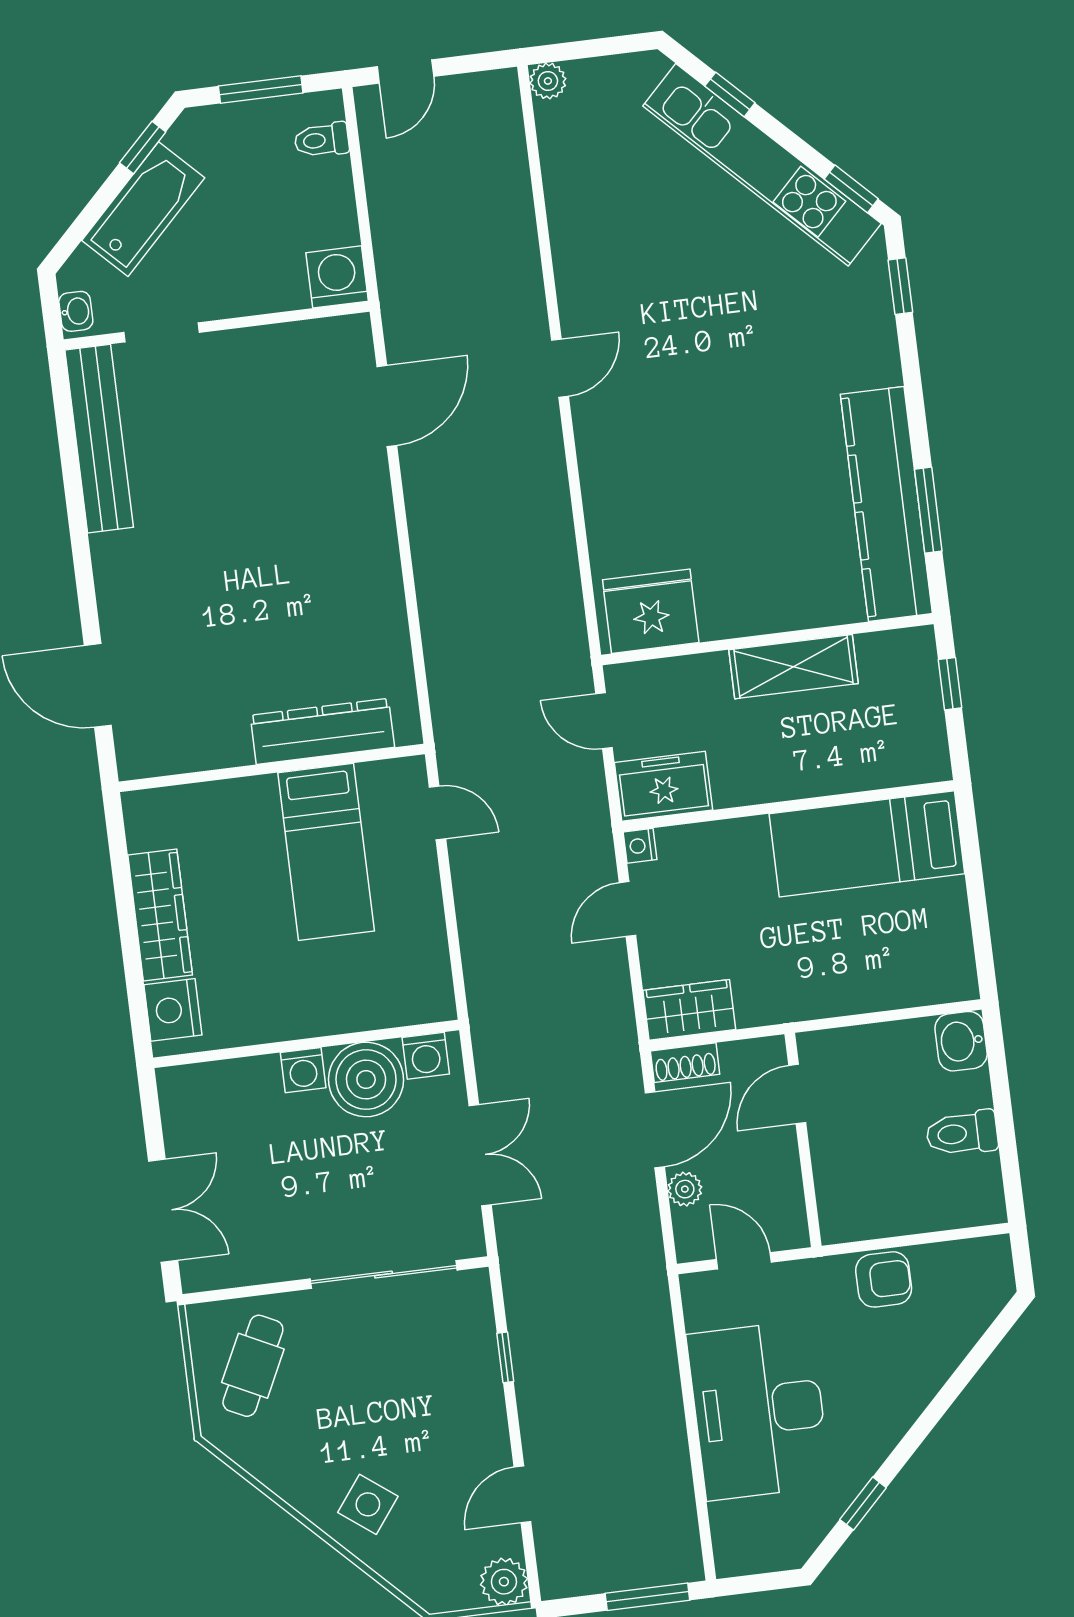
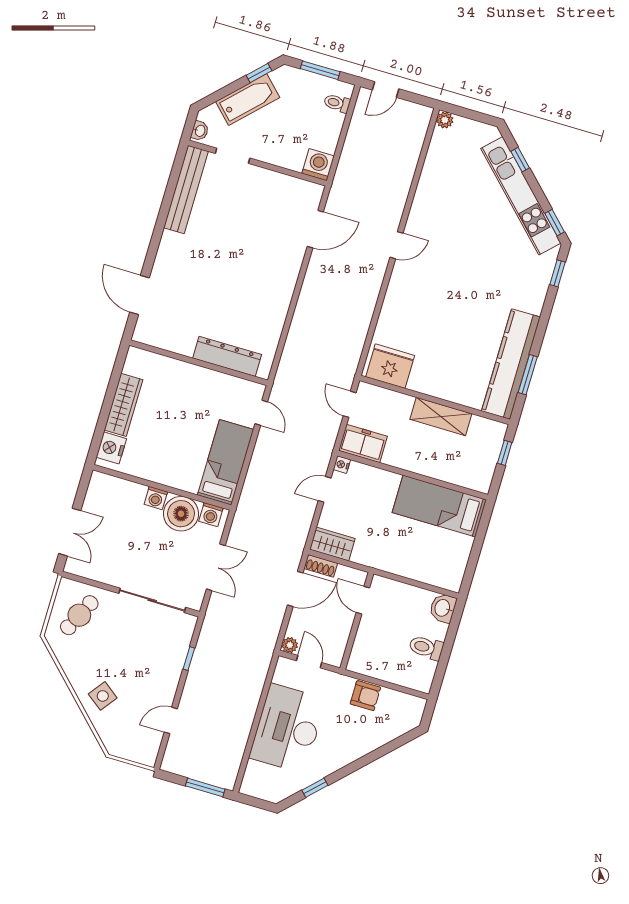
bed: (326, 852) -> (226, 462), moved, turned 180
door: (797, 1094) -> (363, 600), hinge flipped
plant: (685, 1189) -> (290, 645), moved
plant: (504, 1582) -> (147, 754), removed

